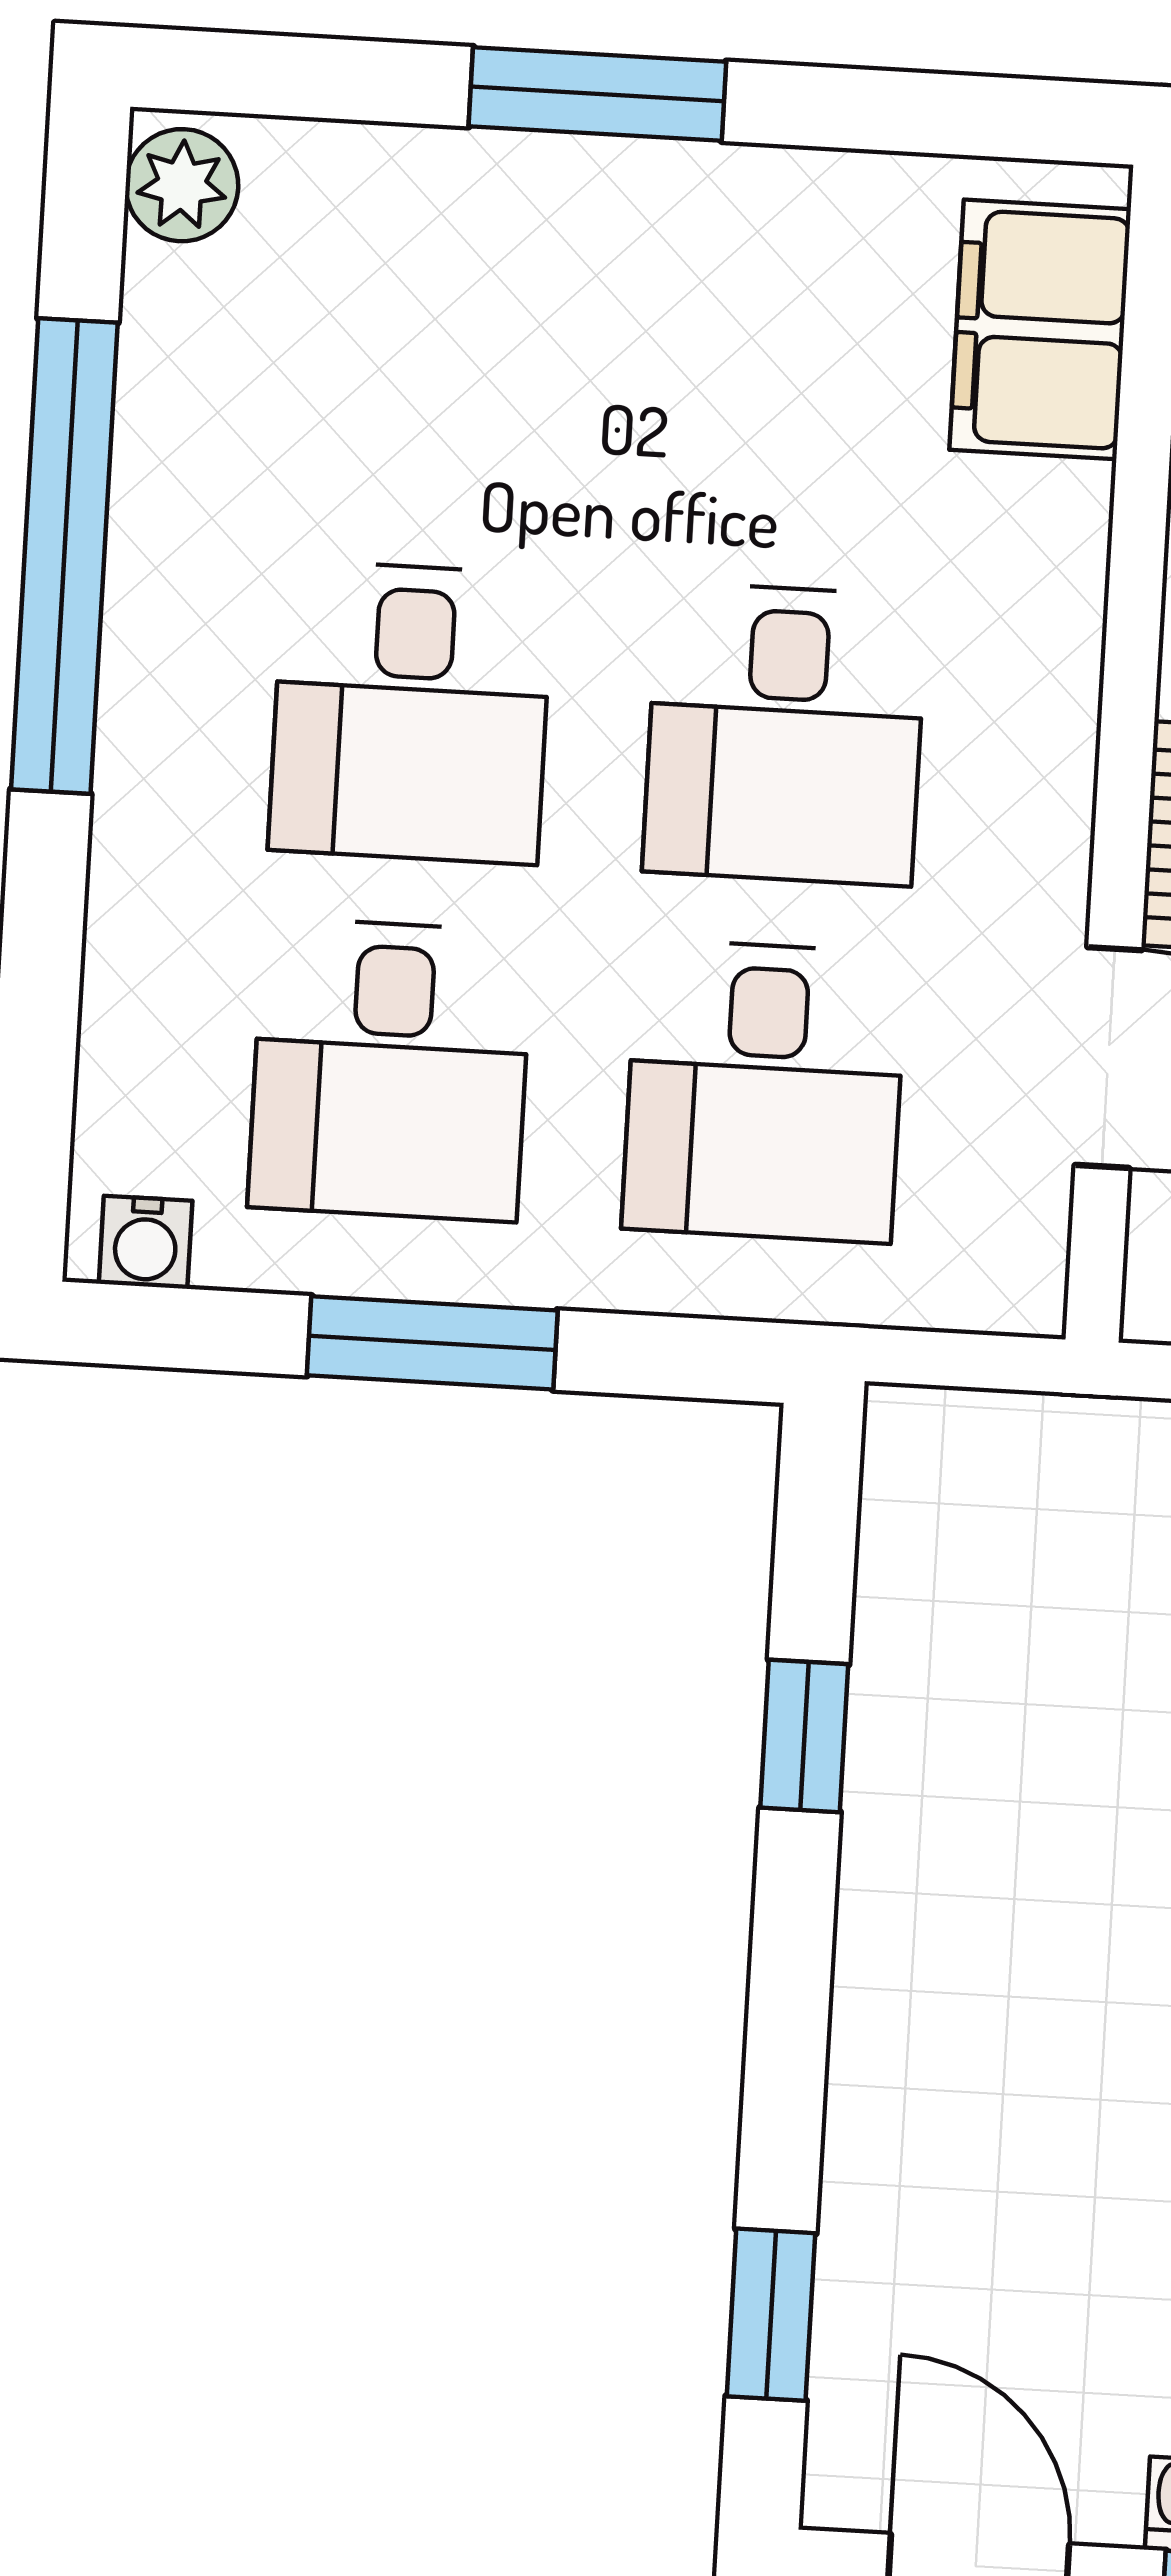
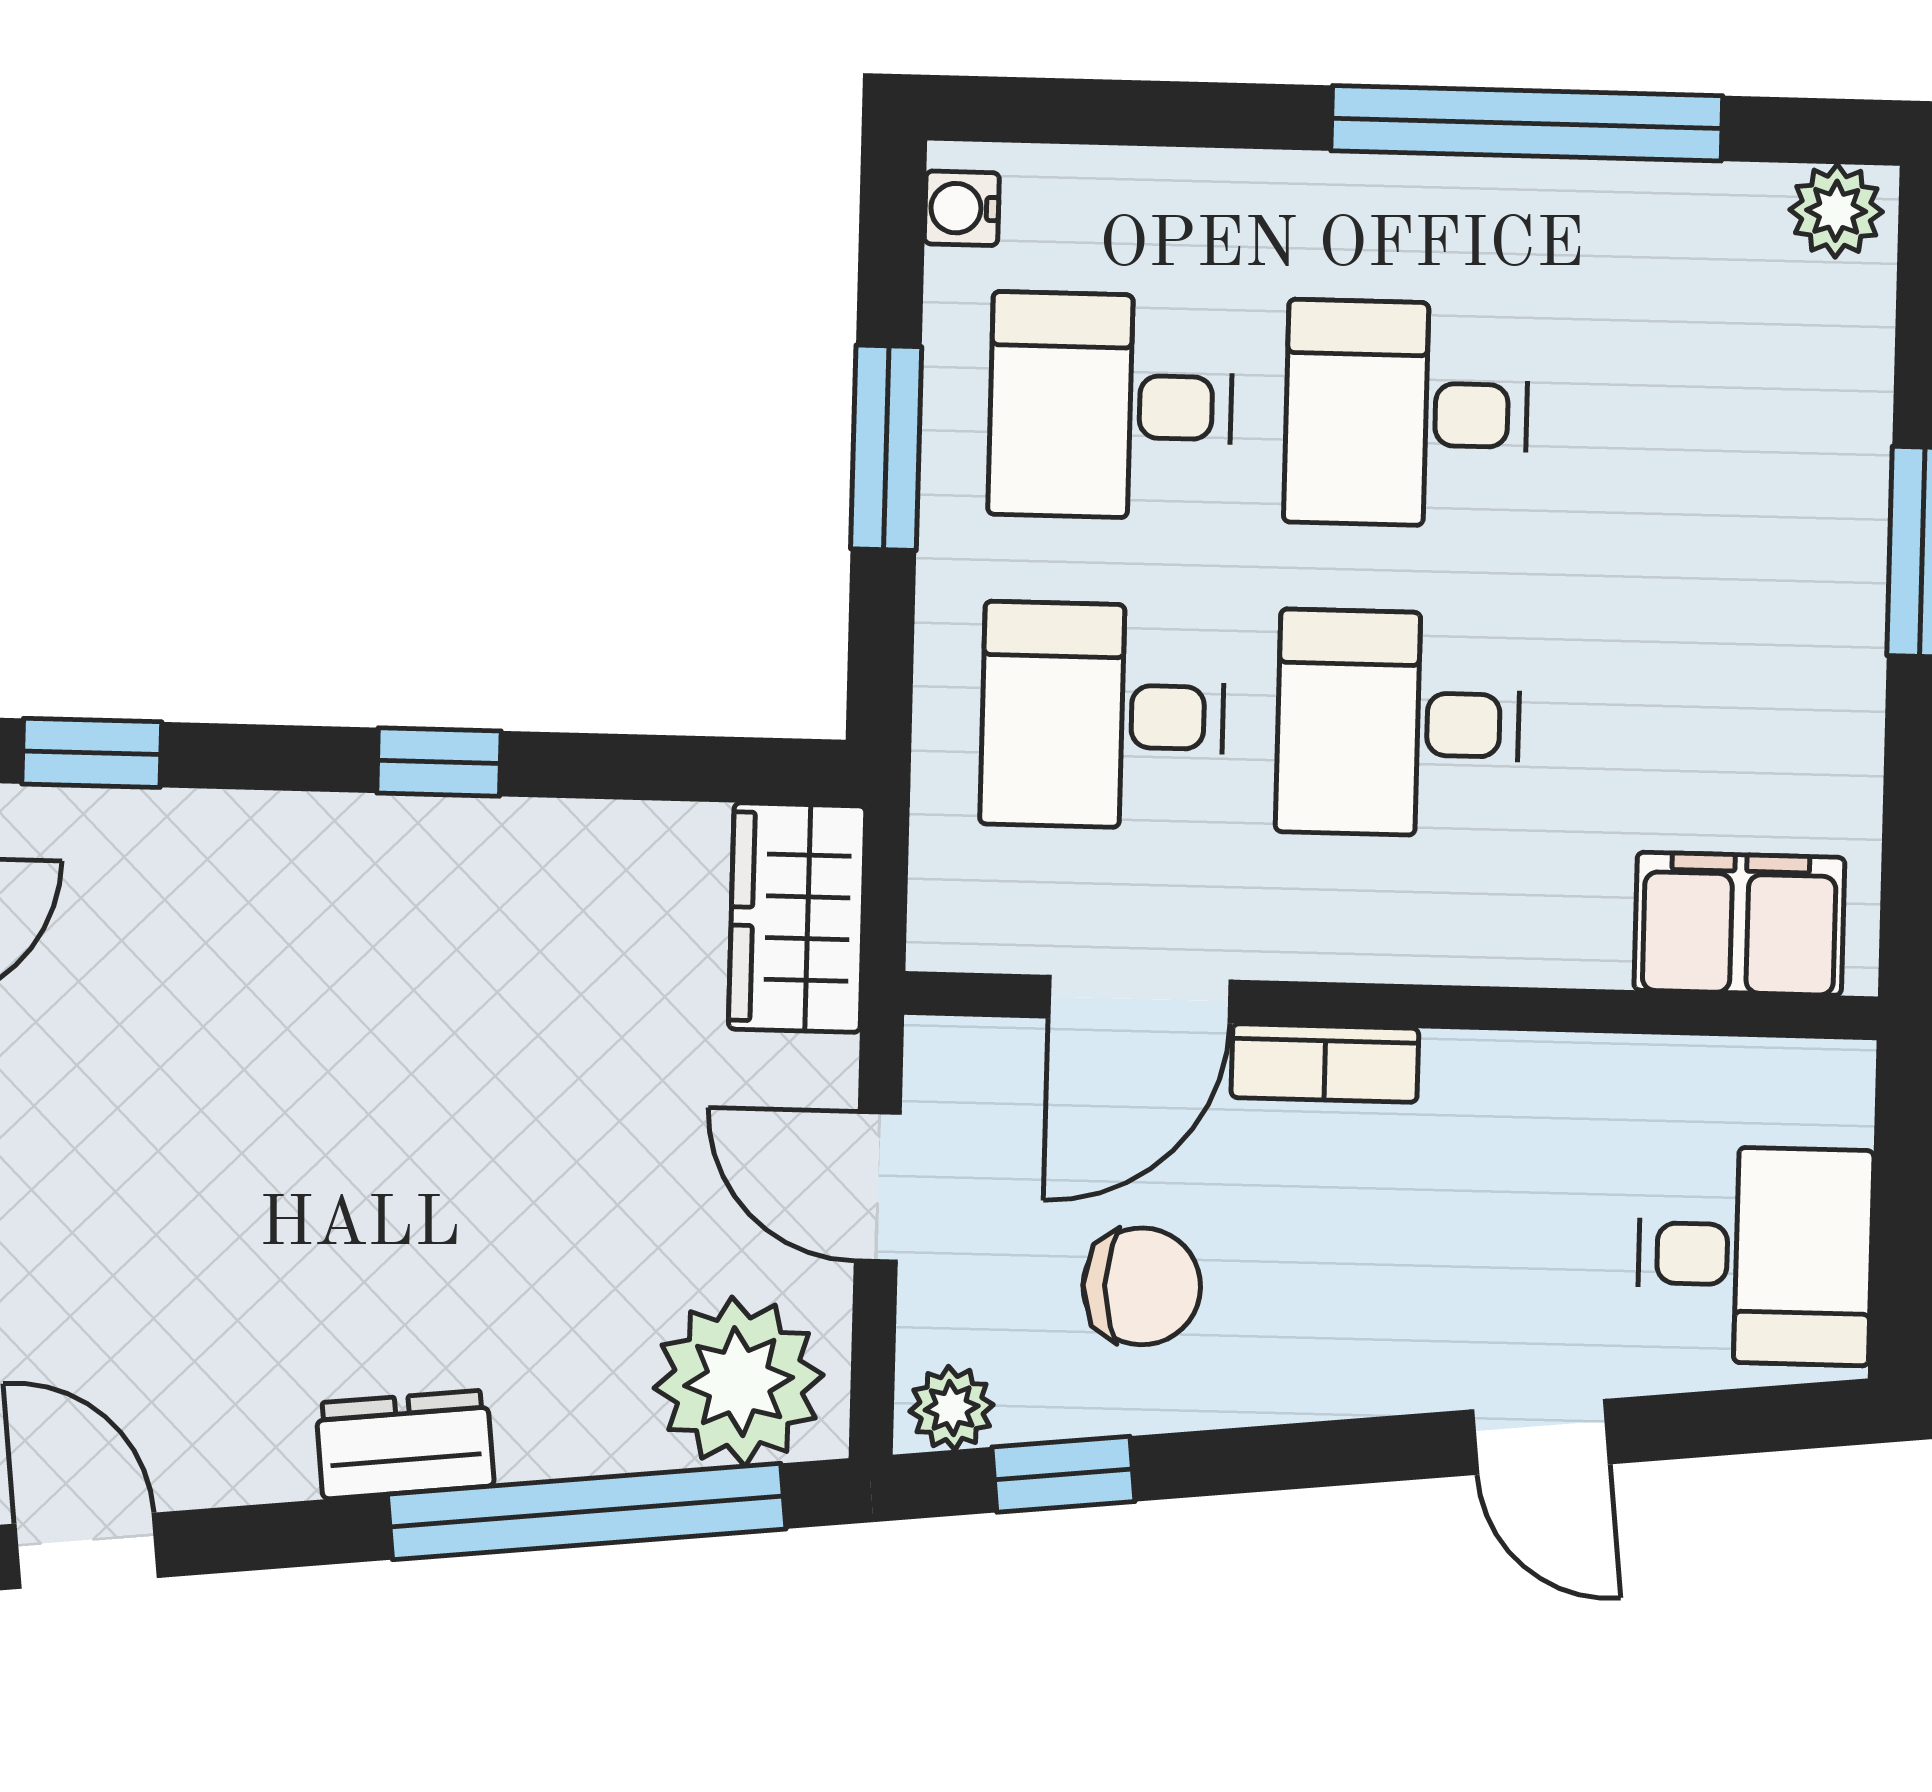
wardrobe: (997, 1468) -> (797, 918), added
window: (804, 1736) -> (439, 762), moved

